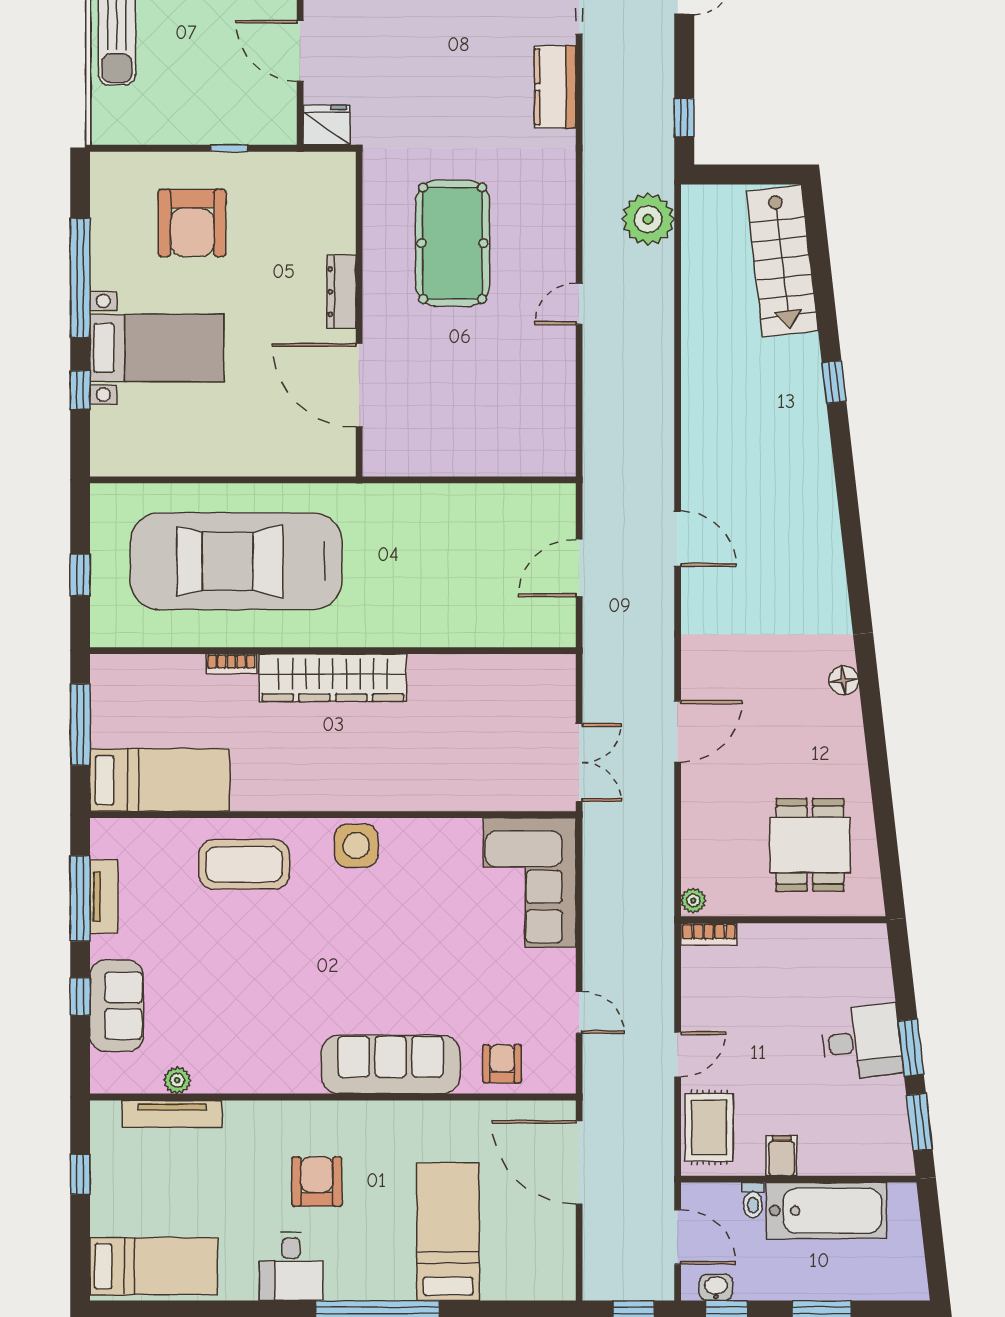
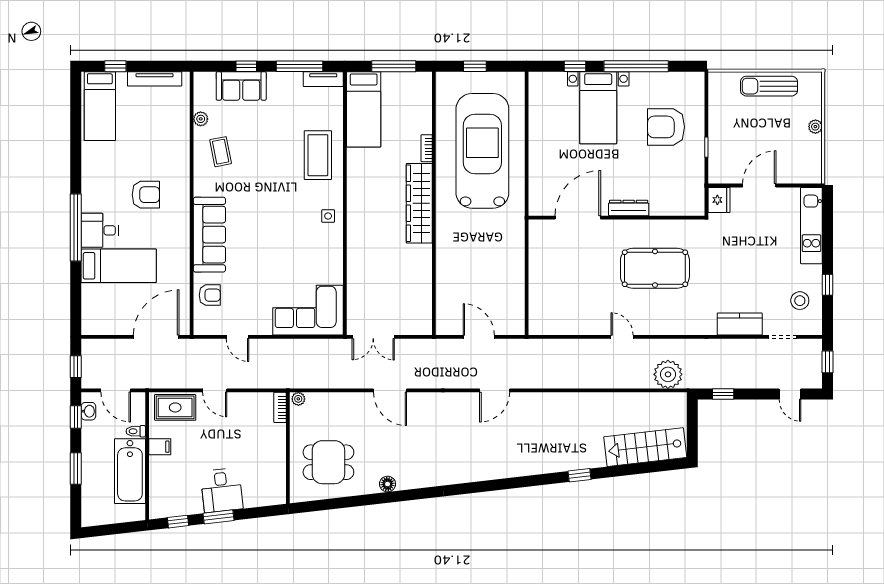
floor lamp: (844, 680) -> (388, 484), moved
side table: (356, 846) -> (328, 216), width x0.54, depth x0.54
tv unit: (104, 897) -> (323, 79), moved
door: (579, 1012) -> (238, 337), hinge flipped
coffee table: (238, 1044) -> (221, 152), added
tv unit: (172, 1114) -> (155, 79), moved, turned -90
window: (919, 1122) -> (178, 522), width x0.67
window: (80, 1174) -> (115, 66), moved
door: (678, 1237) -> (116, 390), hinge flipped
desk: (291, 1267) -> (100, 230), moved

